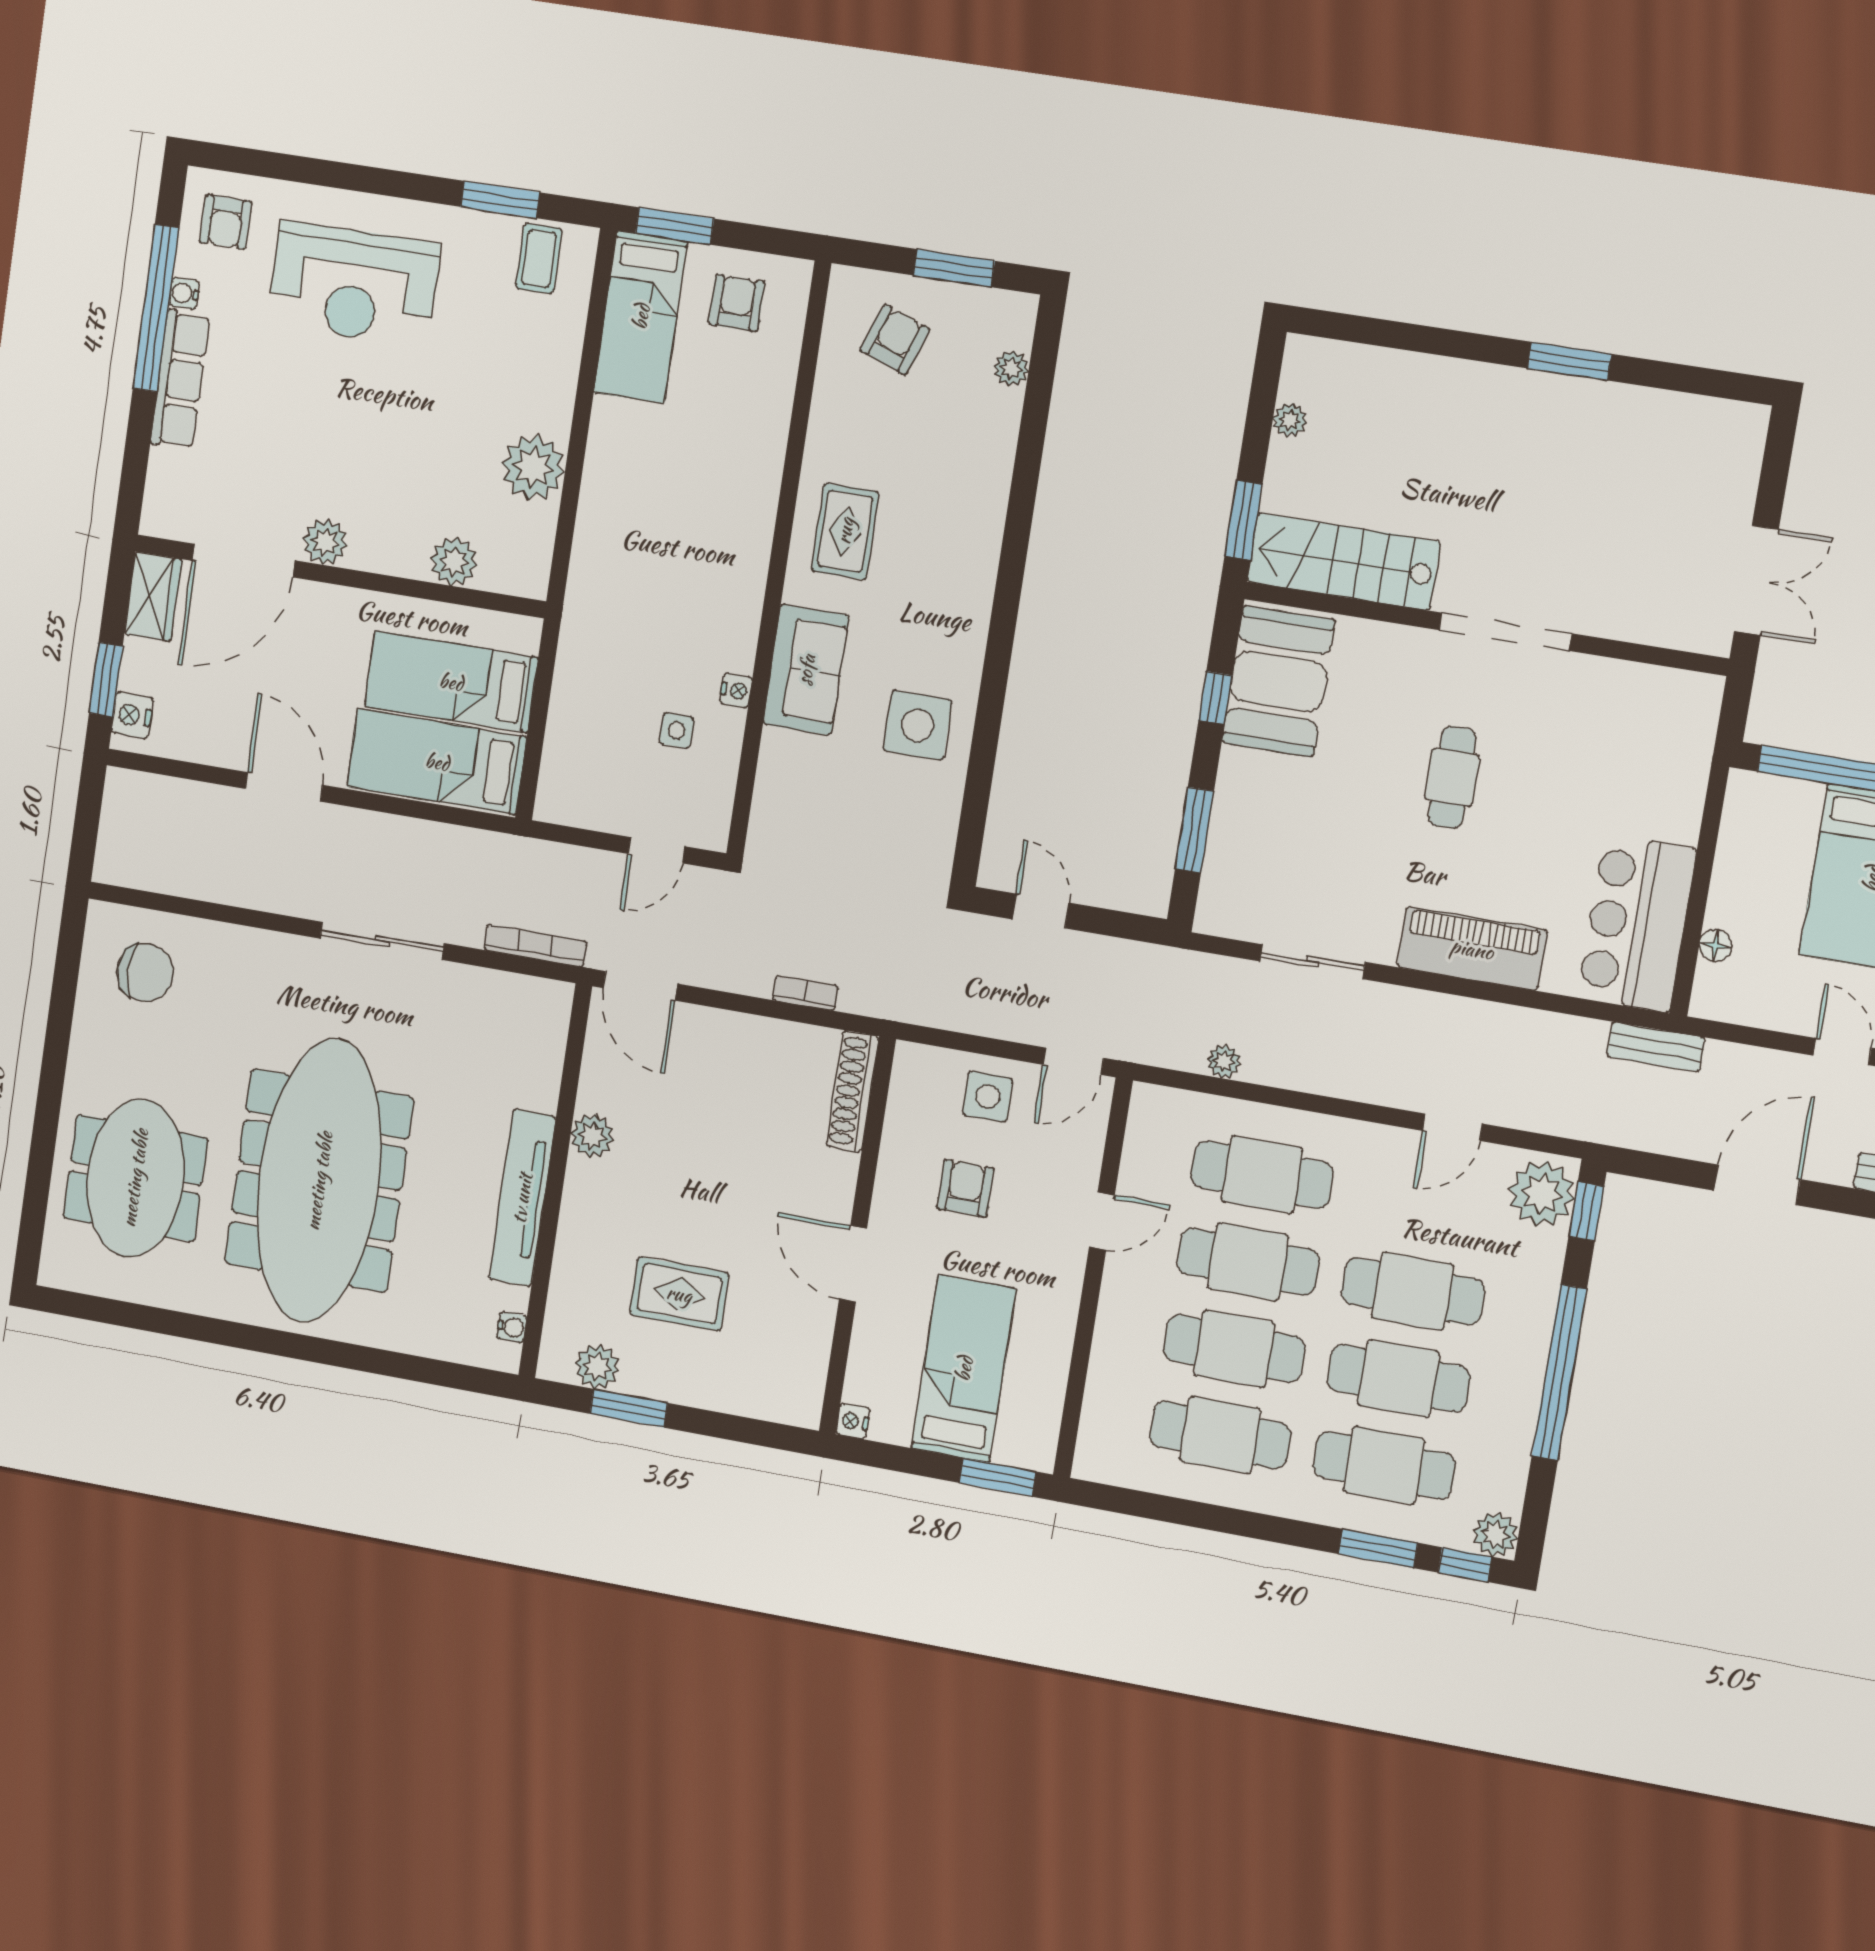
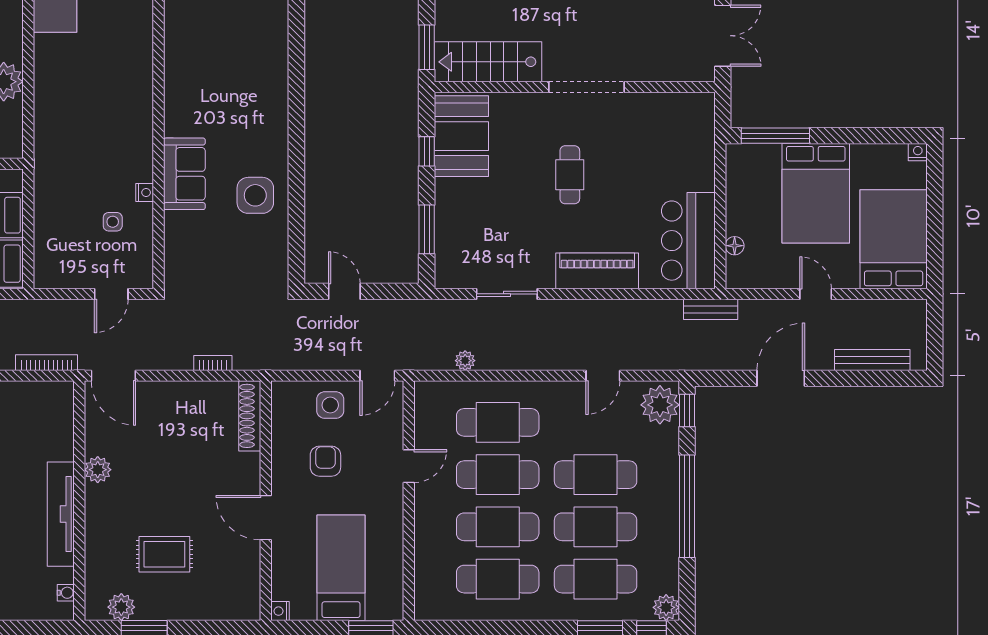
rug: (845, 531) -> (195, 90), removed

